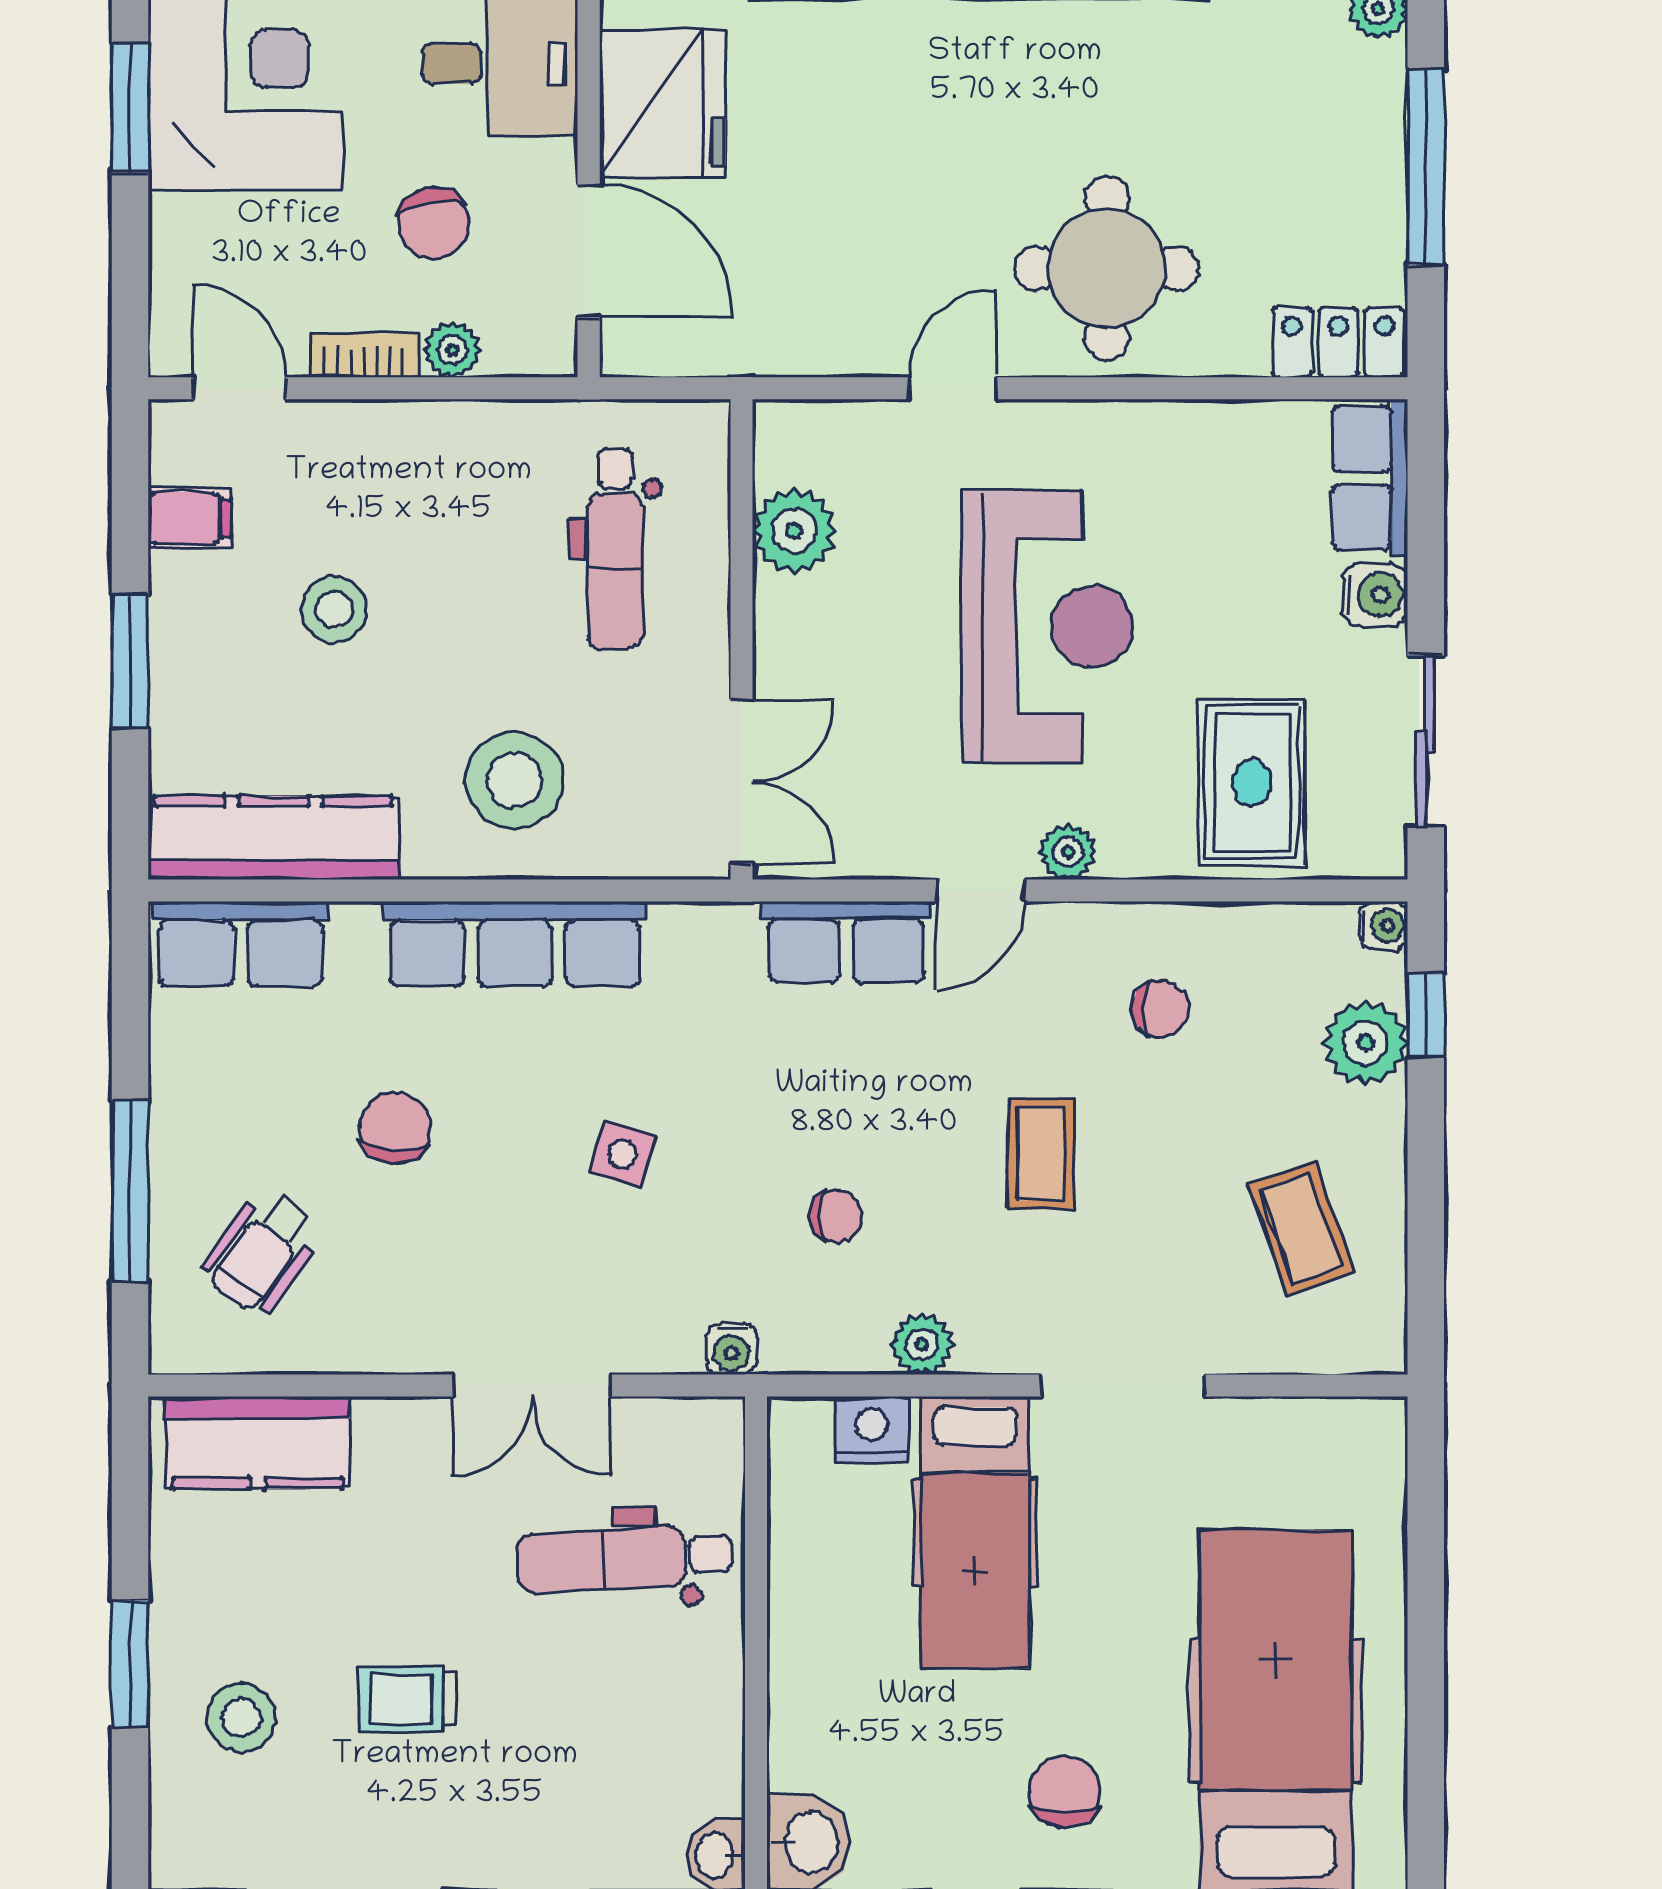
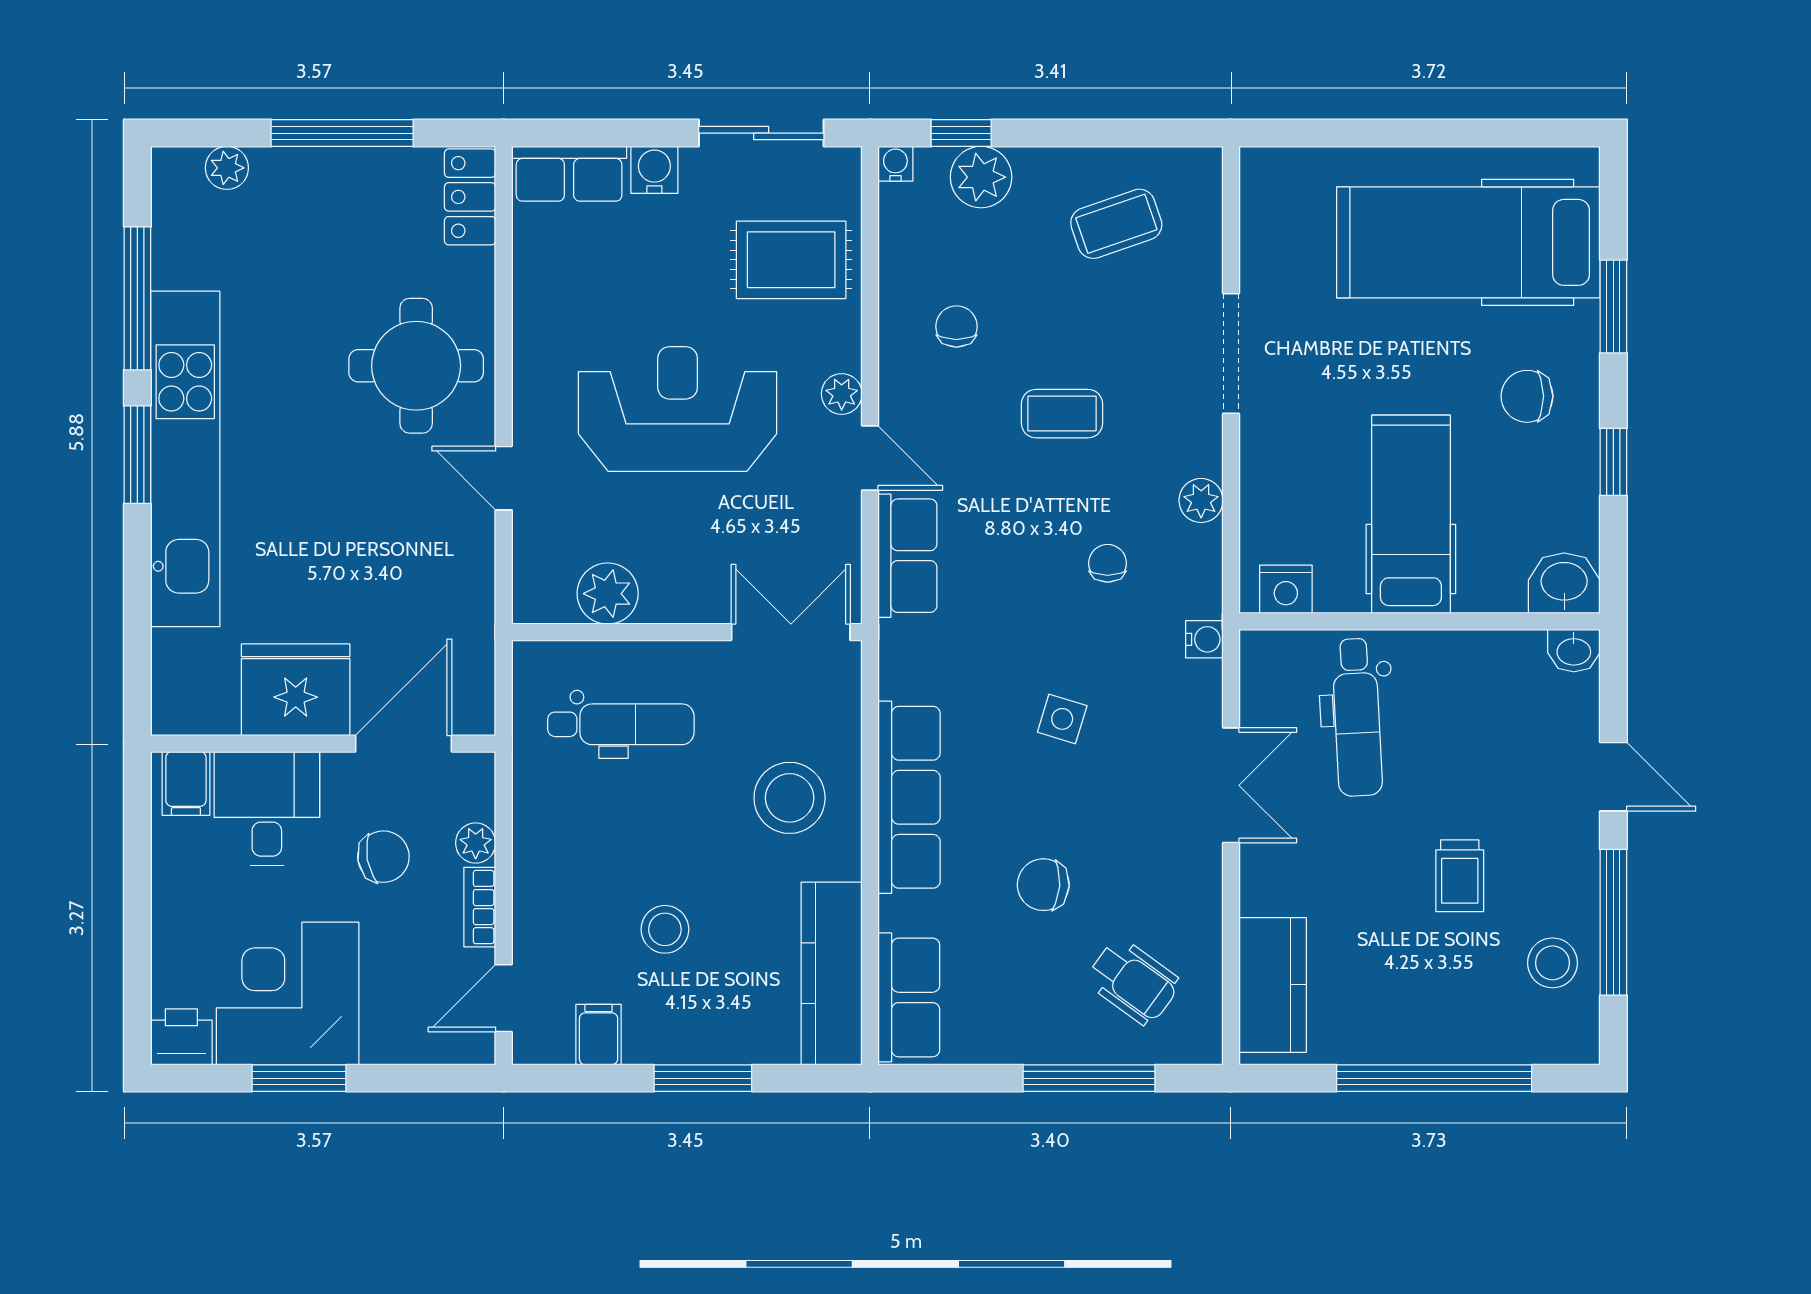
nightstand: (872, 1430) -> (1286, 589), moved, turned -90
hospital bed: (975, 1532) -> (1411, 514), moved, turned -90
window: (130, 1664) -> (1434, 1078), width x2.11
stool: (241, 1718) -> (1552, 963), moved

